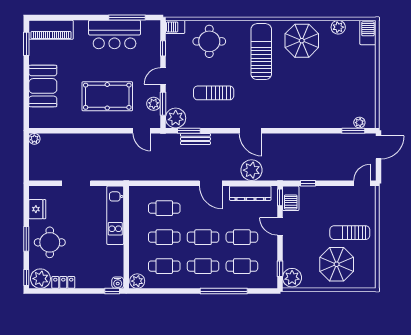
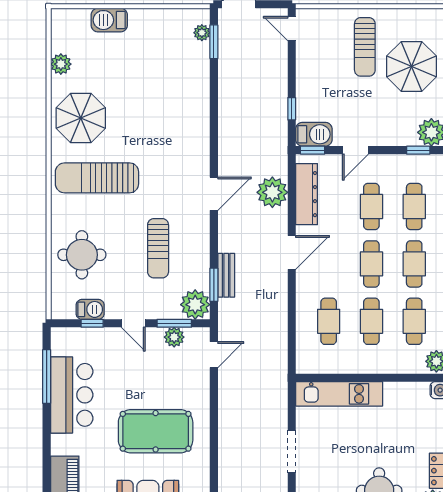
barbecue: (175, 27) -> (90, 309), moved, turned -90
barbecue: (368, 32) -> (109, 20), moved
pool table: (107, 96) -> (156, 431), moved, turned 90

